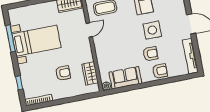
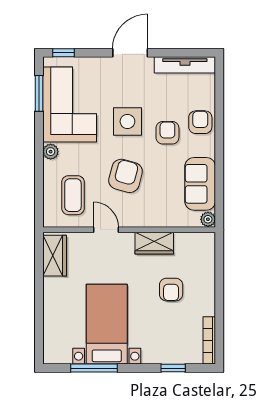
armchair: (122, 35) -> (126, 176), added
armchair: (63, 73) -> (171, 290), turned 180
wardrobe: (90, 74) -> (154, 243), moved

